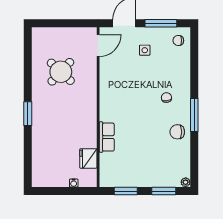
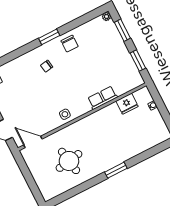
side table: (145, 50) -> (65, 114), moved
round table: (61, 72) -> (69, 161), turned 37
window: (194, 115) -> (49, 37), width x0.69

